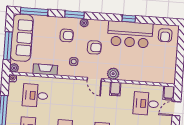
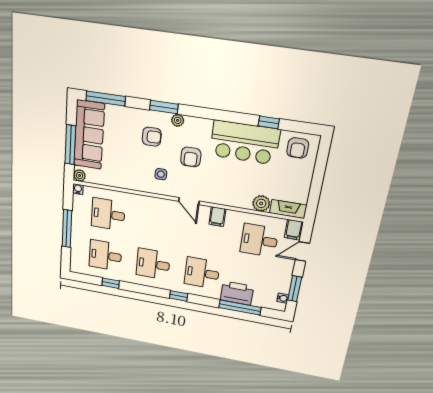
window: (129, 19) -> (269, 122), moved
armchair: (94, 47) -> (191, 157), turned 90
fireplace: (45, 70) -> (288, 209), moved
plant: (113, 74) -> (261, 203), moved

